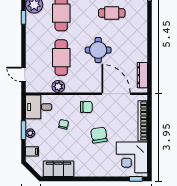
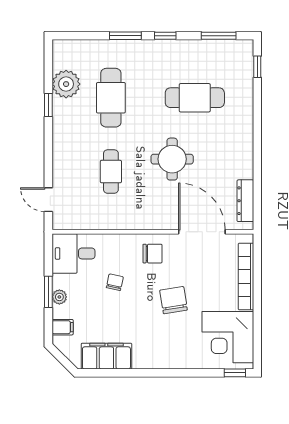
cafe table: (112, 13) -> (195, 98), width x1.37, depth x1.35
cafe table: (61, 58) -> (111, 172), width x0.73, depth x0.74
plant: (58, 87) -> (106, 220), removed

